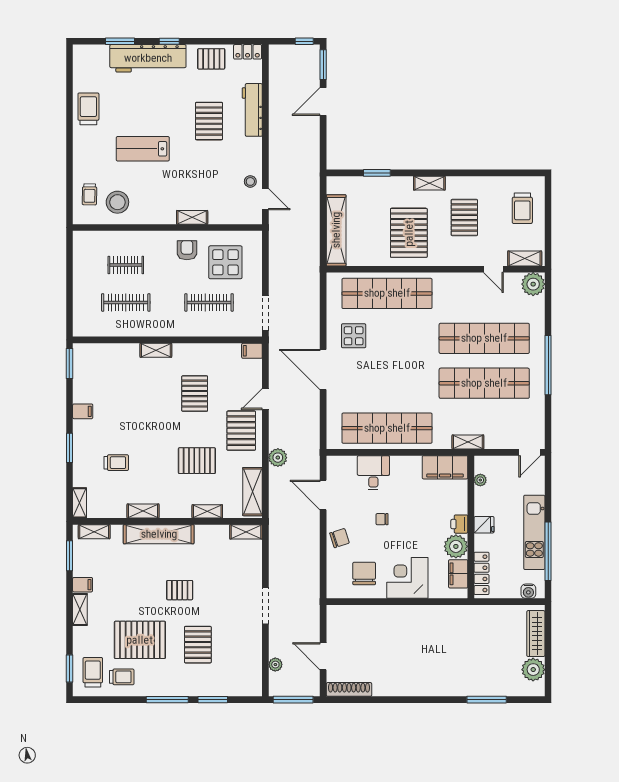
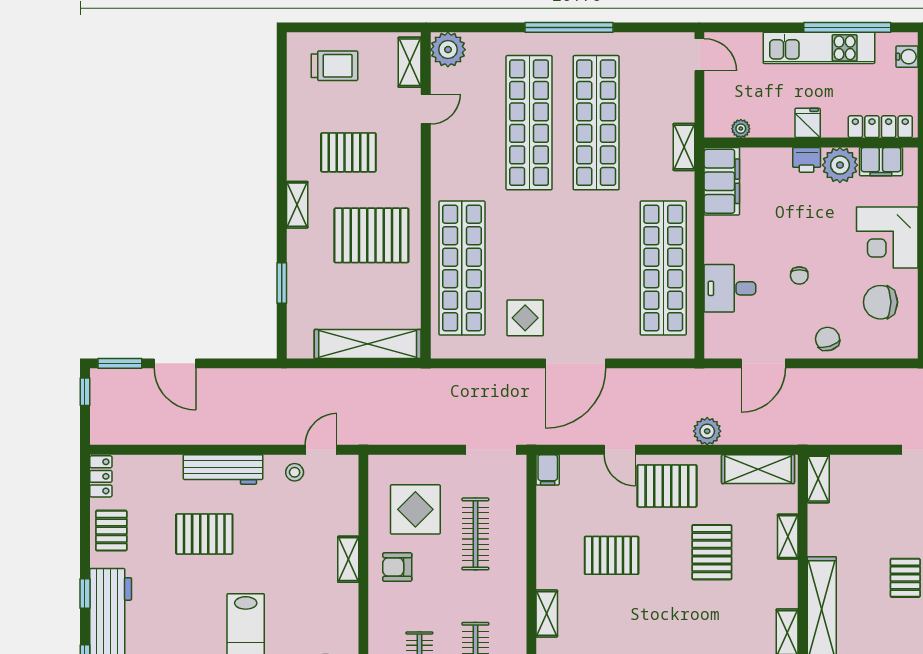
workbench: (252, 110) -> (223, 469), moved

